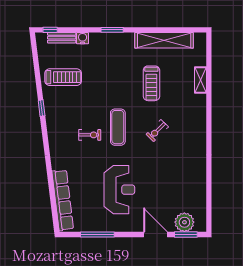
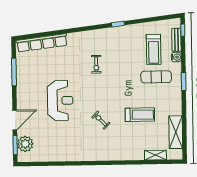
shelving: (164, 40) -> (176, 132), width x0.68
treadmill: (63, 77) -> (154, 49), moved
shelving: (200, 80) -> (155, 155), moved
treadmill: (151, 83) -> (140, 115), turned 180
exercise mat: (118, 127) -> (156, 77), moved
reception desk: (119, 190) -> (60, 100), moved, turned -90

